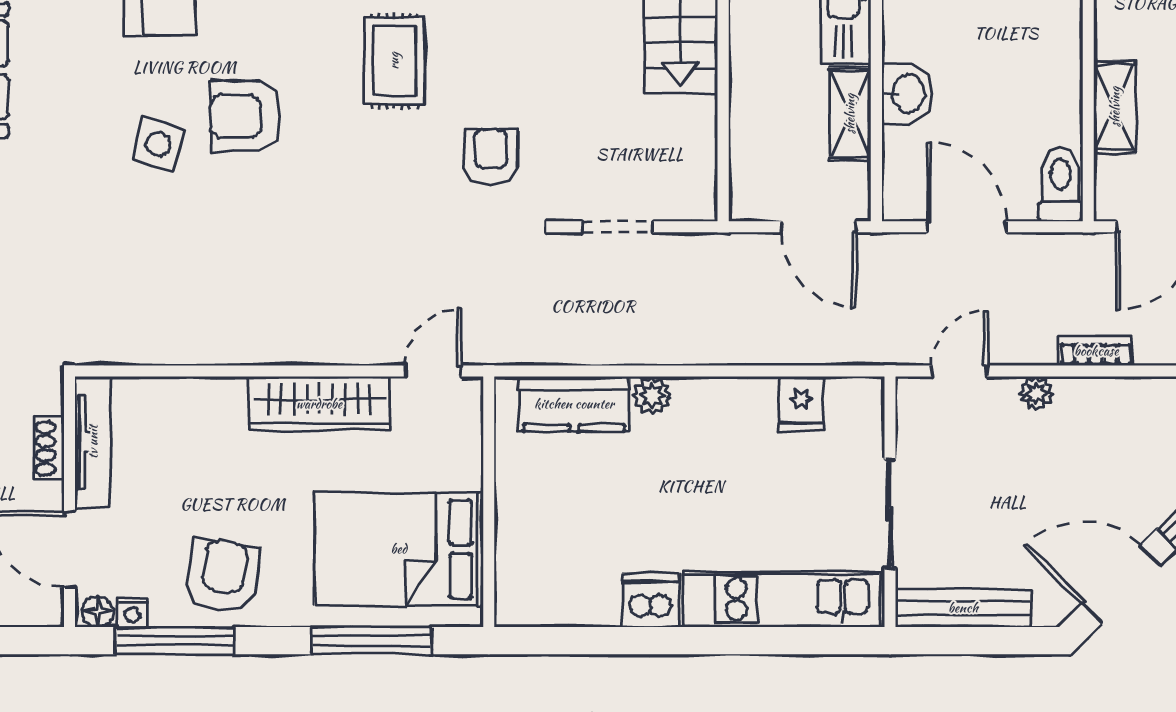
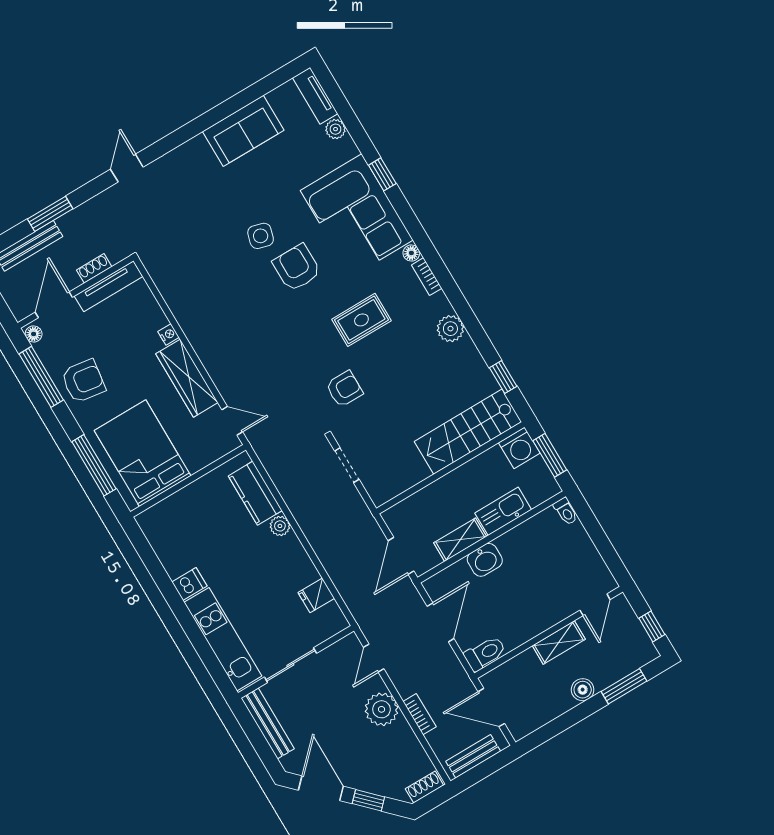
shelving: (1115, 107) -> (559, 642), moved
door: (960, 371) -> (374, 658), swing flipped
plant: (1036, 393) -> (382, 709), width x1.87, depth x1.87
dishwasher: (651, 600) -> (189, 584), width x0.73
nightstand: (132, 612) -> (168, 334), moved, turned 180

